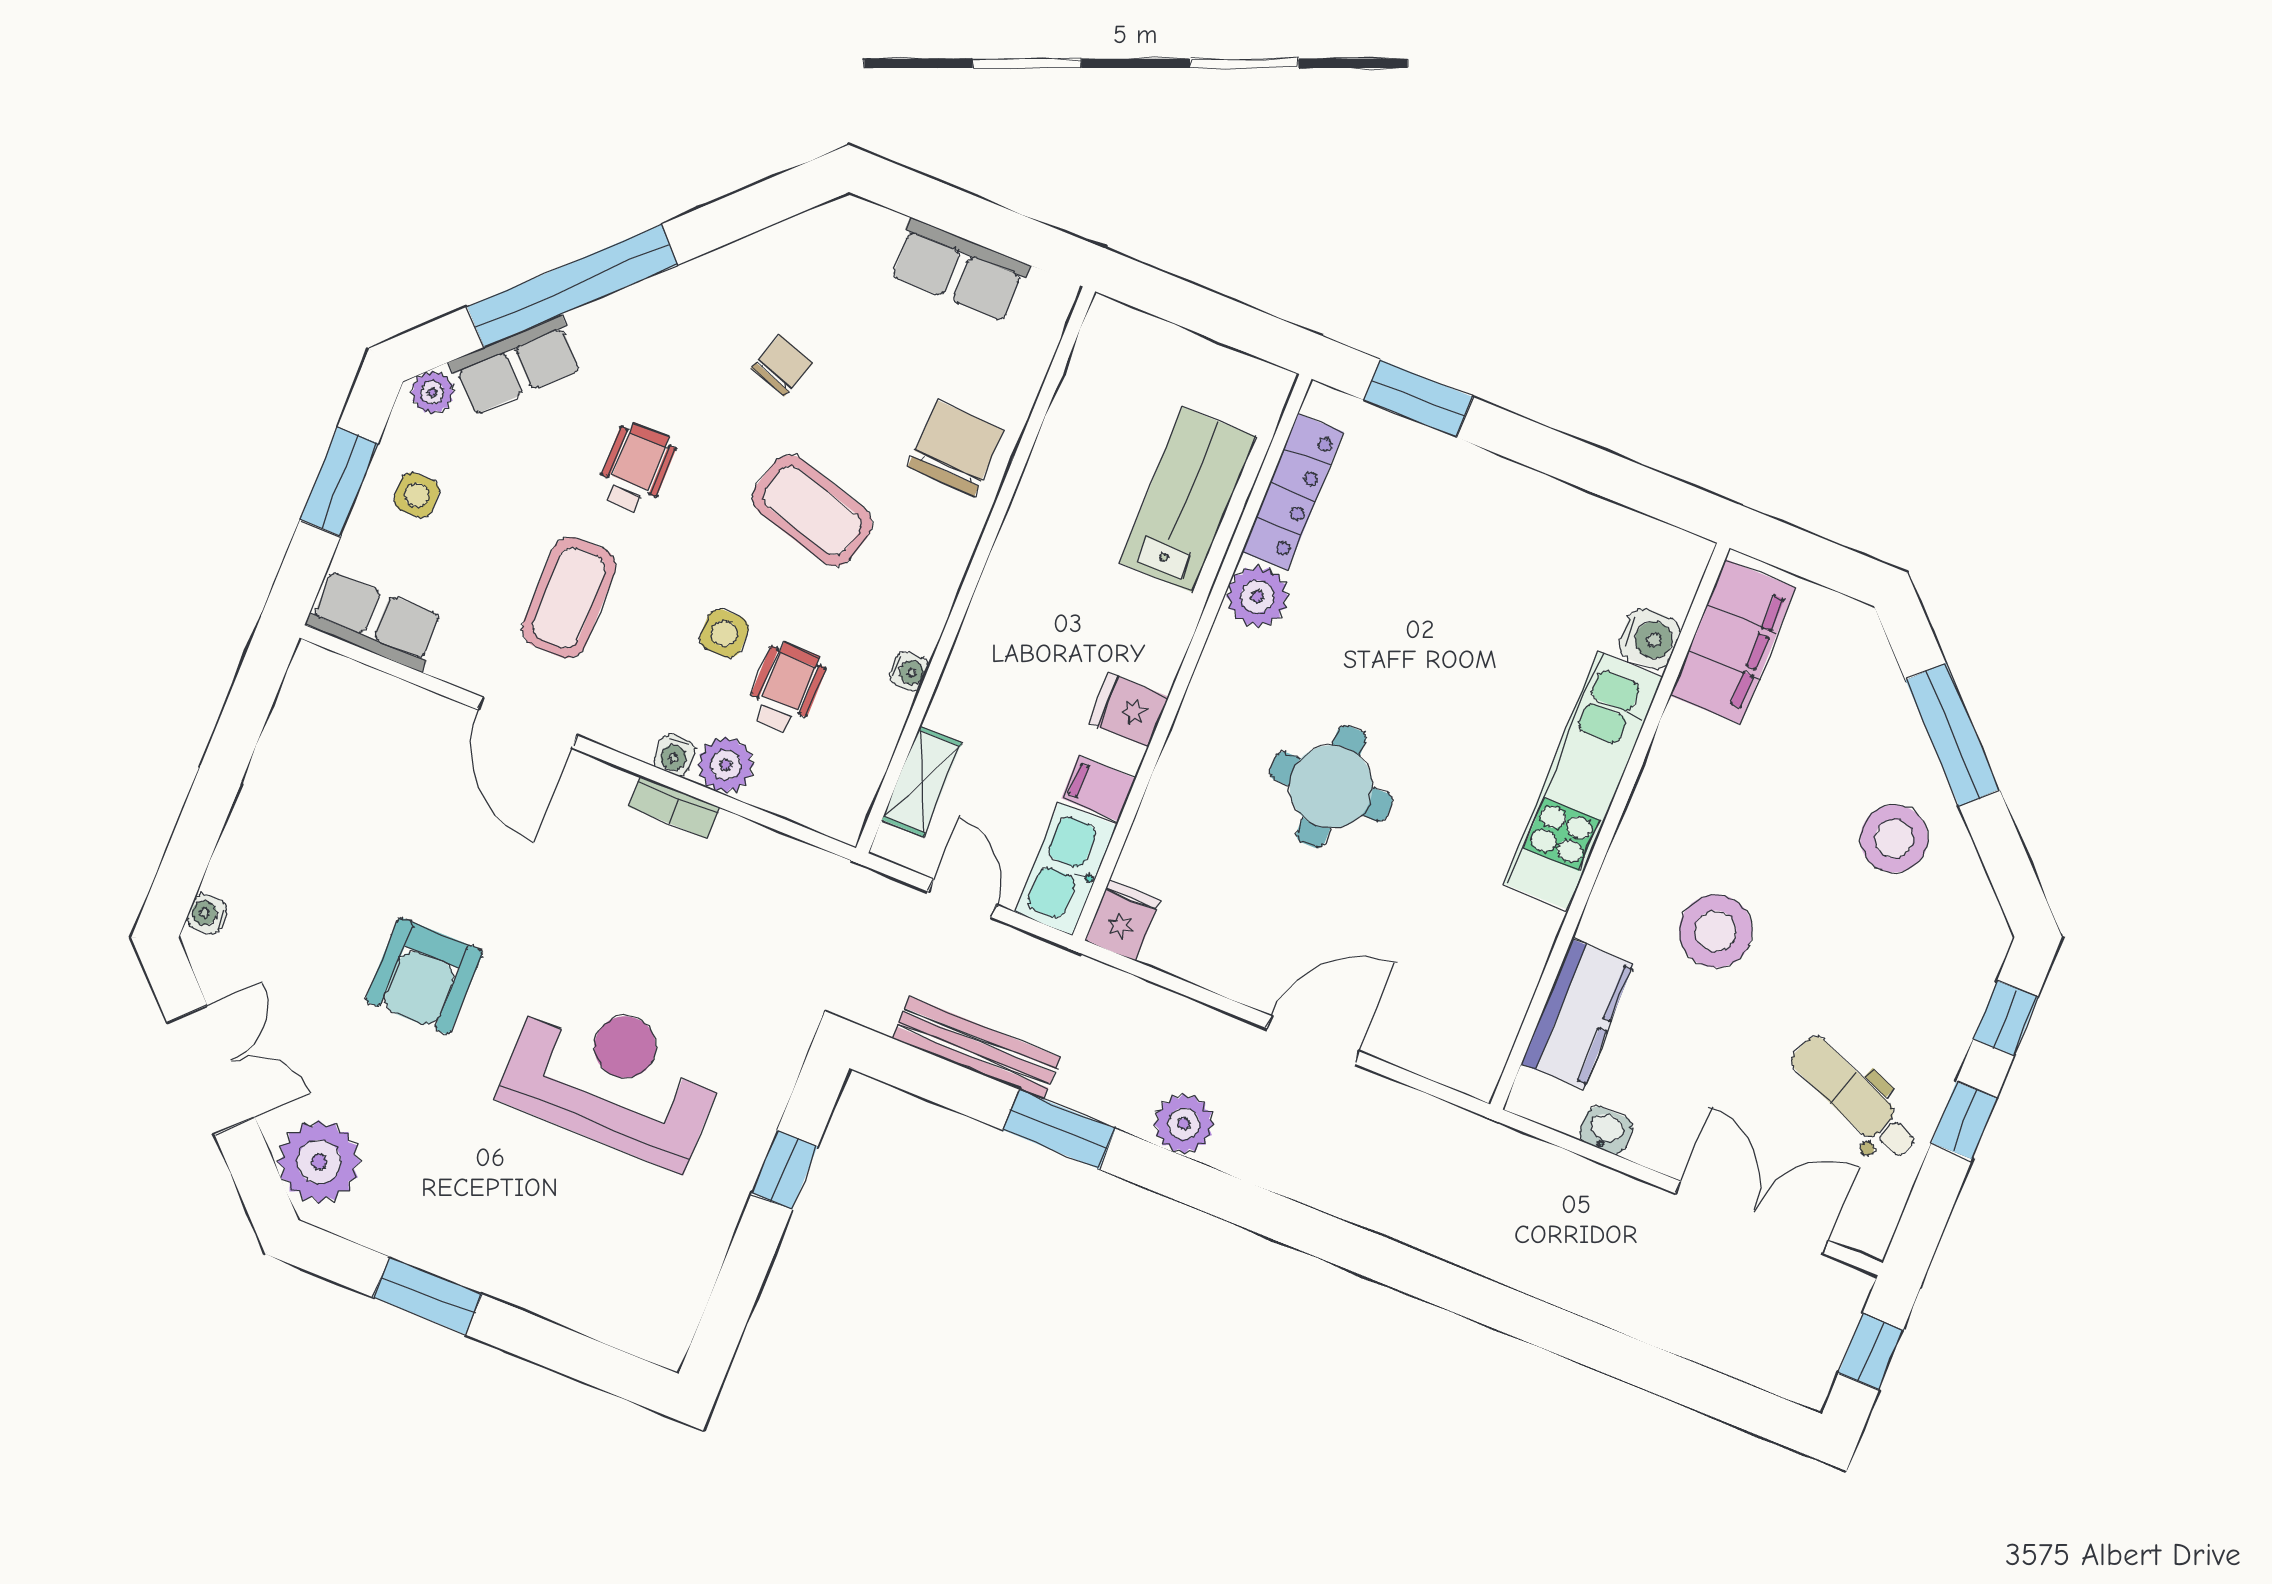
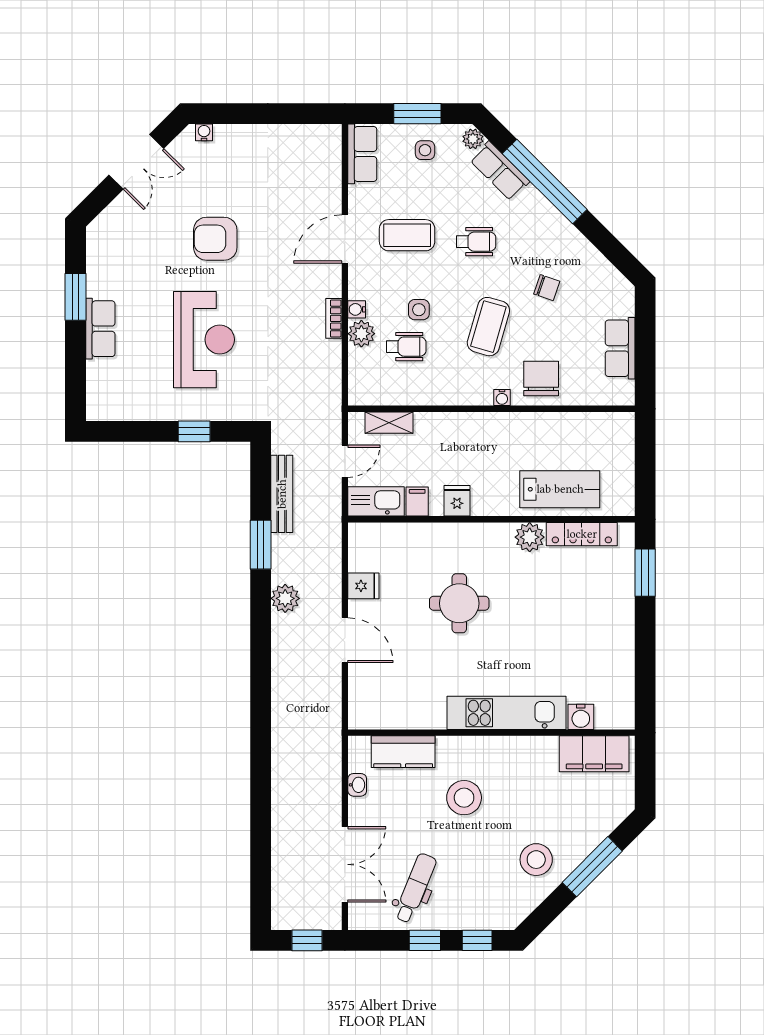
chair: (956, 448) -> (541, 379), turned -92
water cooler: (909, 671) -> (502, 398), moved
fridge: (1122, 921) -> (363, 586), moved
plant: (319, 1162) -> (115, 226), removed
row of seats: (509, 1272) -> (100, 329), added

